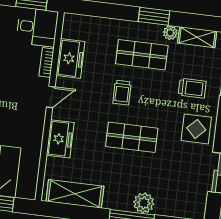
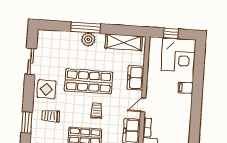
shop shelf: (132, 137) -> (89, 81), width x1.43, depth x1.36
plant: (144, 203) -> (88, 39), moved

